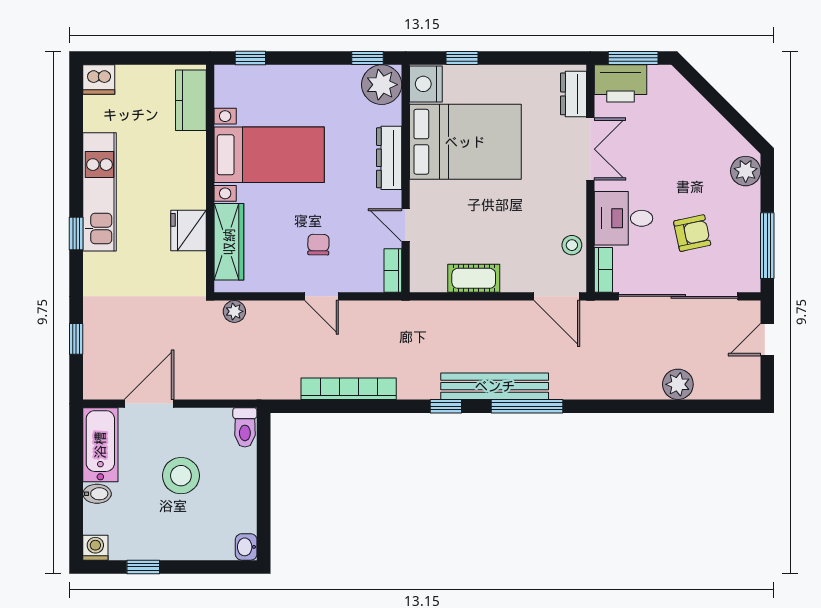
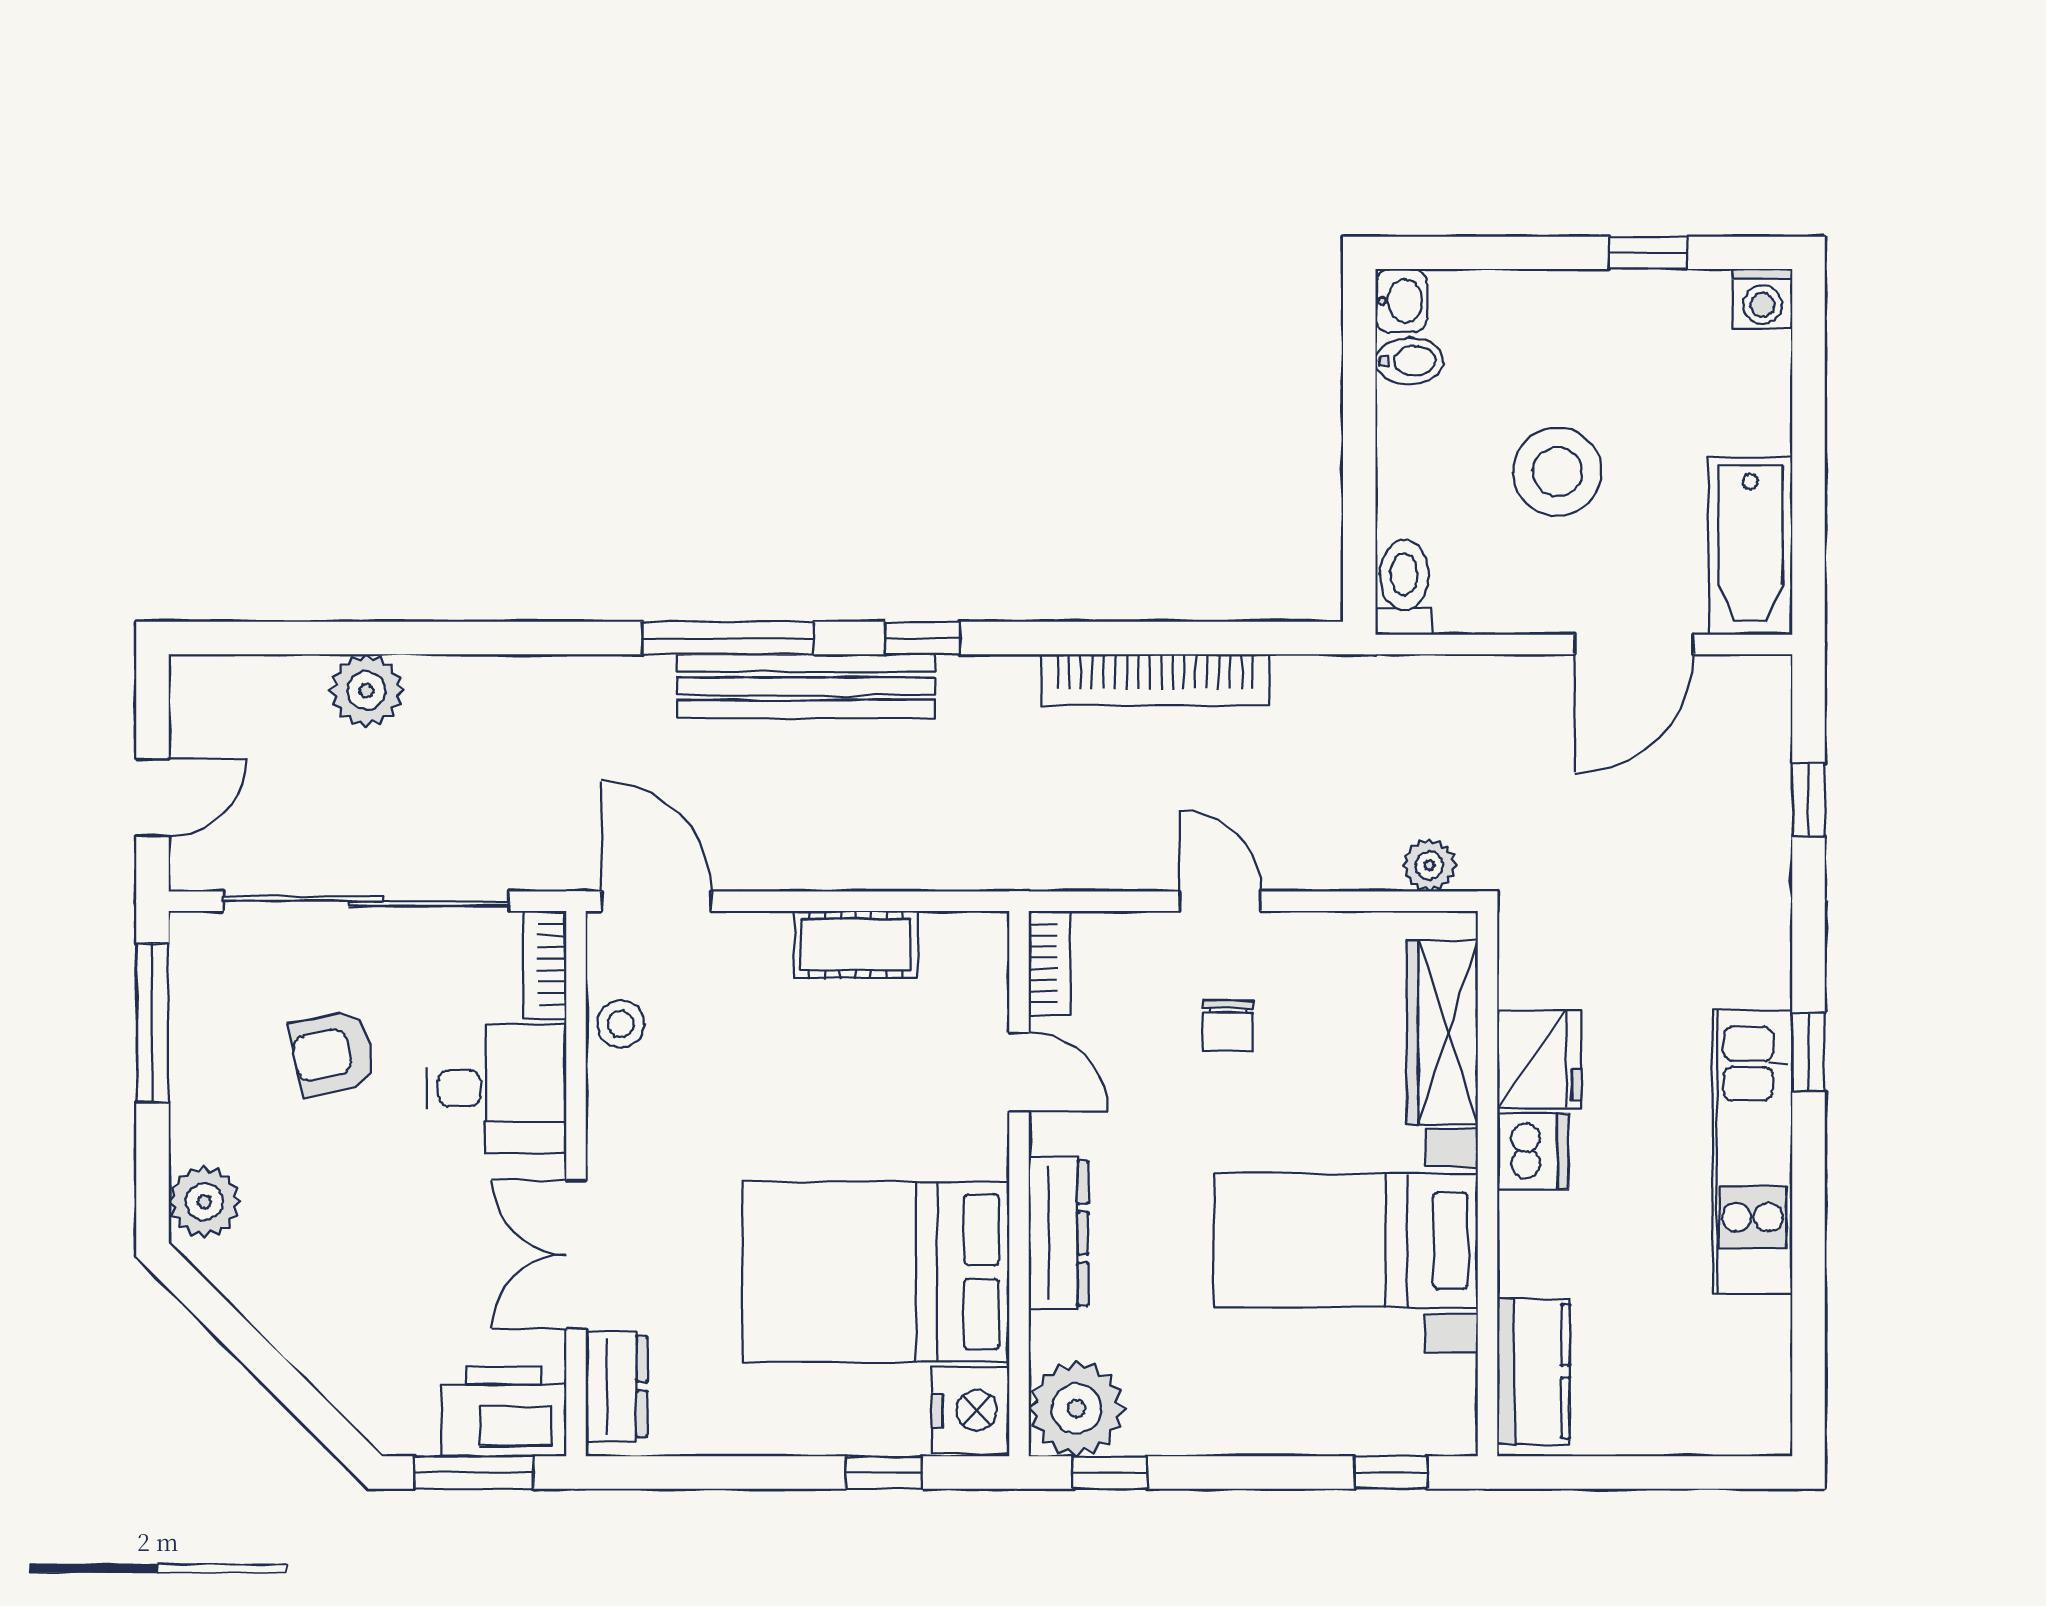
dishwasher: (99, 80) -> (1533, 1151), moved, turned 90
bidet: (97, 494) -> (1409, 361), moved, turned 180

